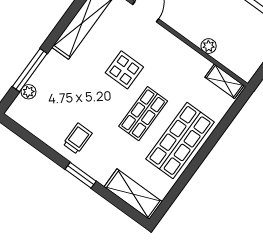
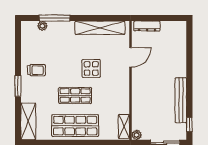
plant: (209, 46) -> (137, 135), moved

